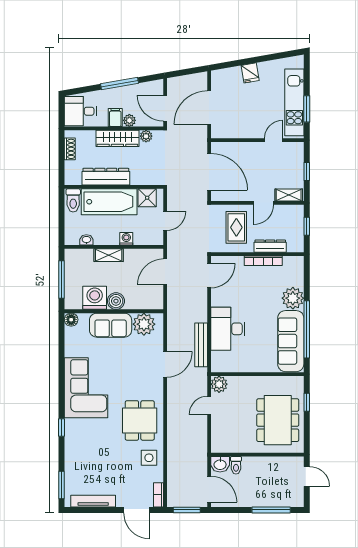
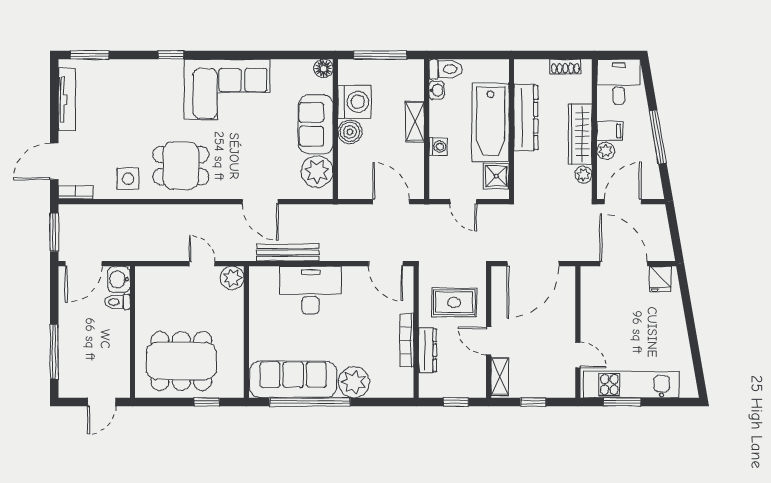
fridge: (250, 73) -> (660, 279), moved, turned -80
toilet: (73, 200) -> (446, 69), moved, turned 180

